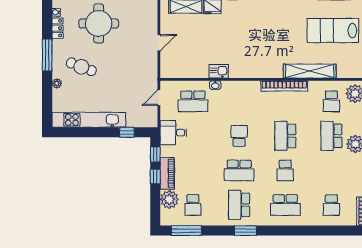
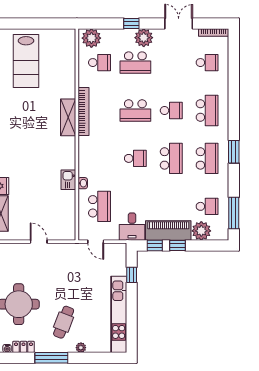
shelving: (310, 71) -> (68, 117), moved, width x0.68
school desk: (239, 136) -> (135, 158), turned 180
piano: (167, 173) -> (168, 231), width x1.37, depth x1.33
school desk: (239, 205) -> (207, 158), turned -90

